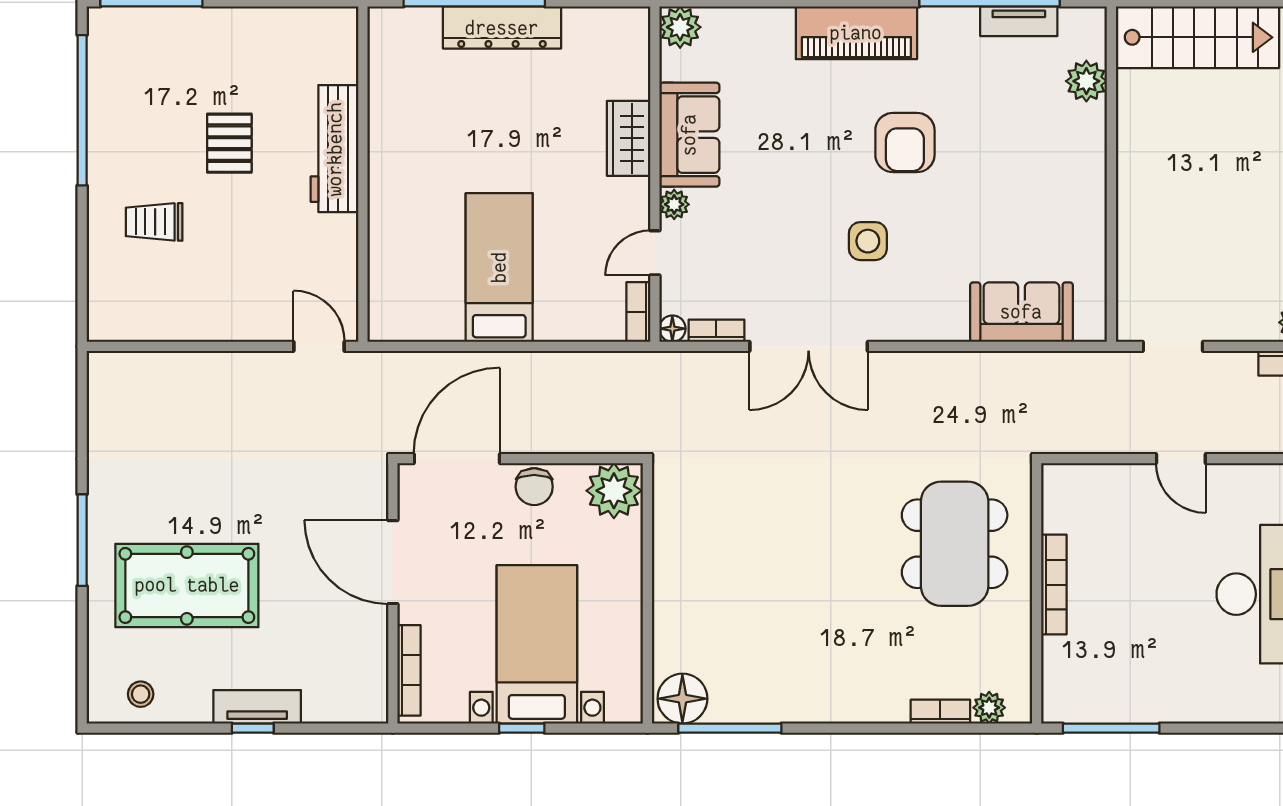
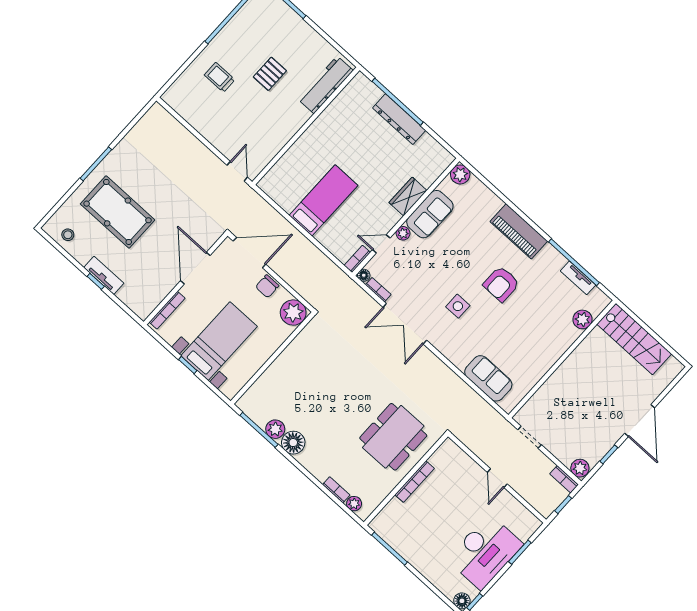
workbench: (335, 149) -> (326, 85), moved
floor lamp: (682, 699) -> (293, 443), moved
plant: (755, 703) -> (275, 429), added

